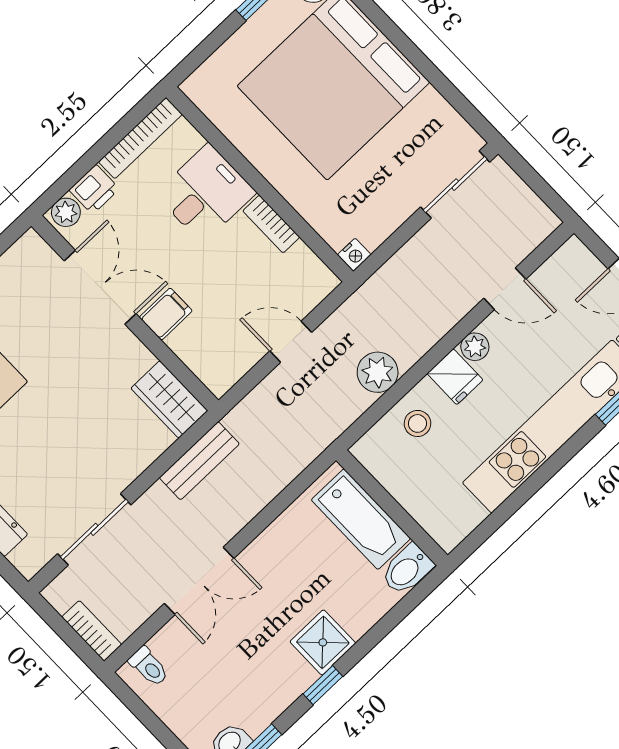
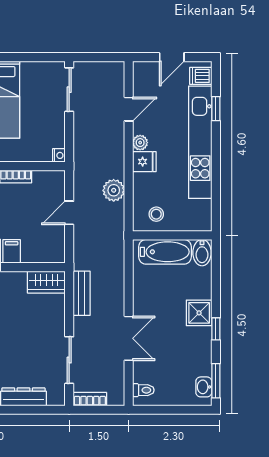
stool: (417, 423) -> (156, 214), moved
bookcase: (92, 631) -> (90, 399), moved

